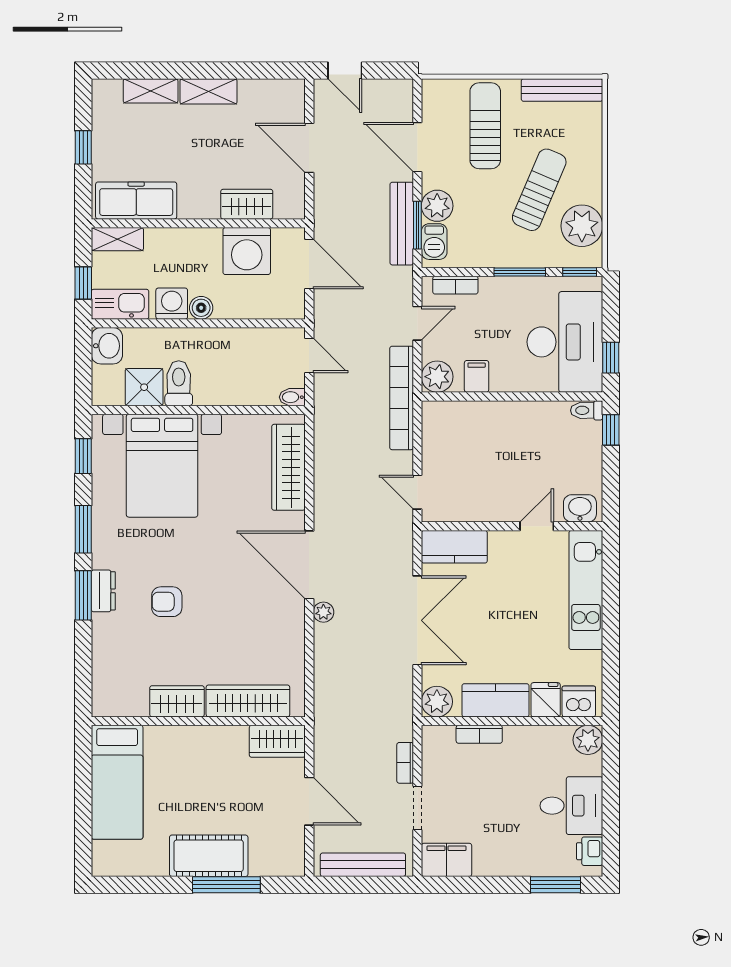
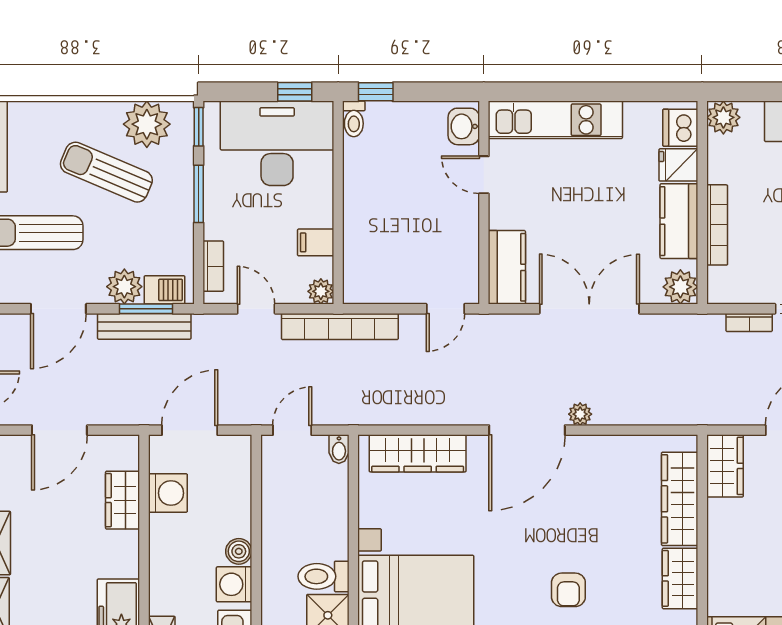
washing machine: (247, 251) -> (168, 493), width x0.73, depth x0.73
plant: (437, 377) -> (321, 291), width x0.73, depth x0.73
bookcase: (479, 734) -> (717, 225), width x1.56

